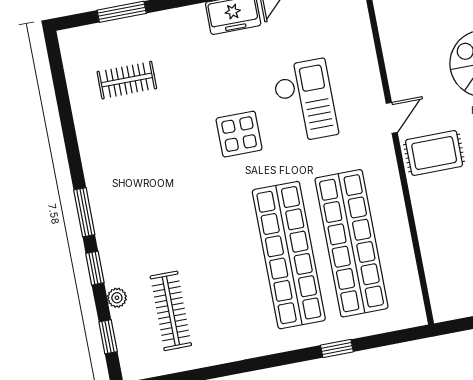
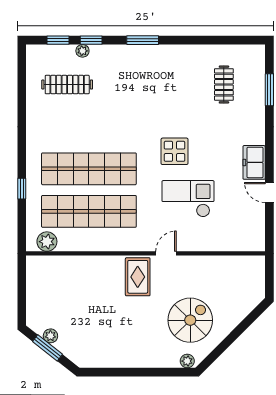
checkout: (305, 101) -> (188, 199), turned 180
door: (392, 118) -> (166, 253), swing flipped
window: (95, 268) -> (91, 40), moved
plant: (408, 297) -> (47, 242), added

